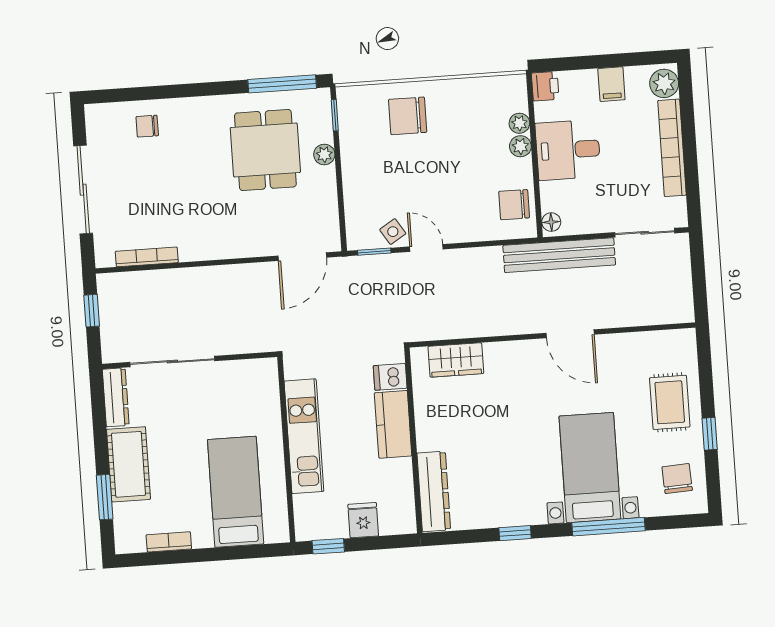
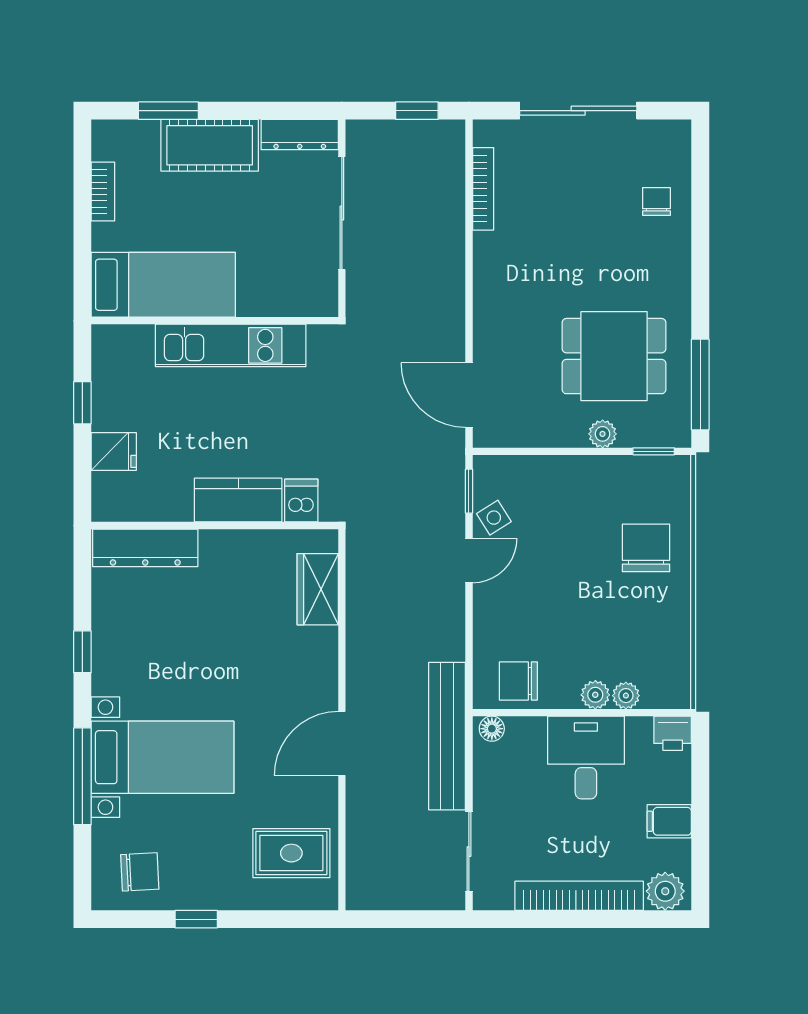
chair: (514, 205) -> (518, 681), turned -90
rug: (670, 402) -> (291, 853), moved
kitchen unit: (304, 436) -> (231, 345), moved
wall: (286, 449) -> (215, 321), moved

